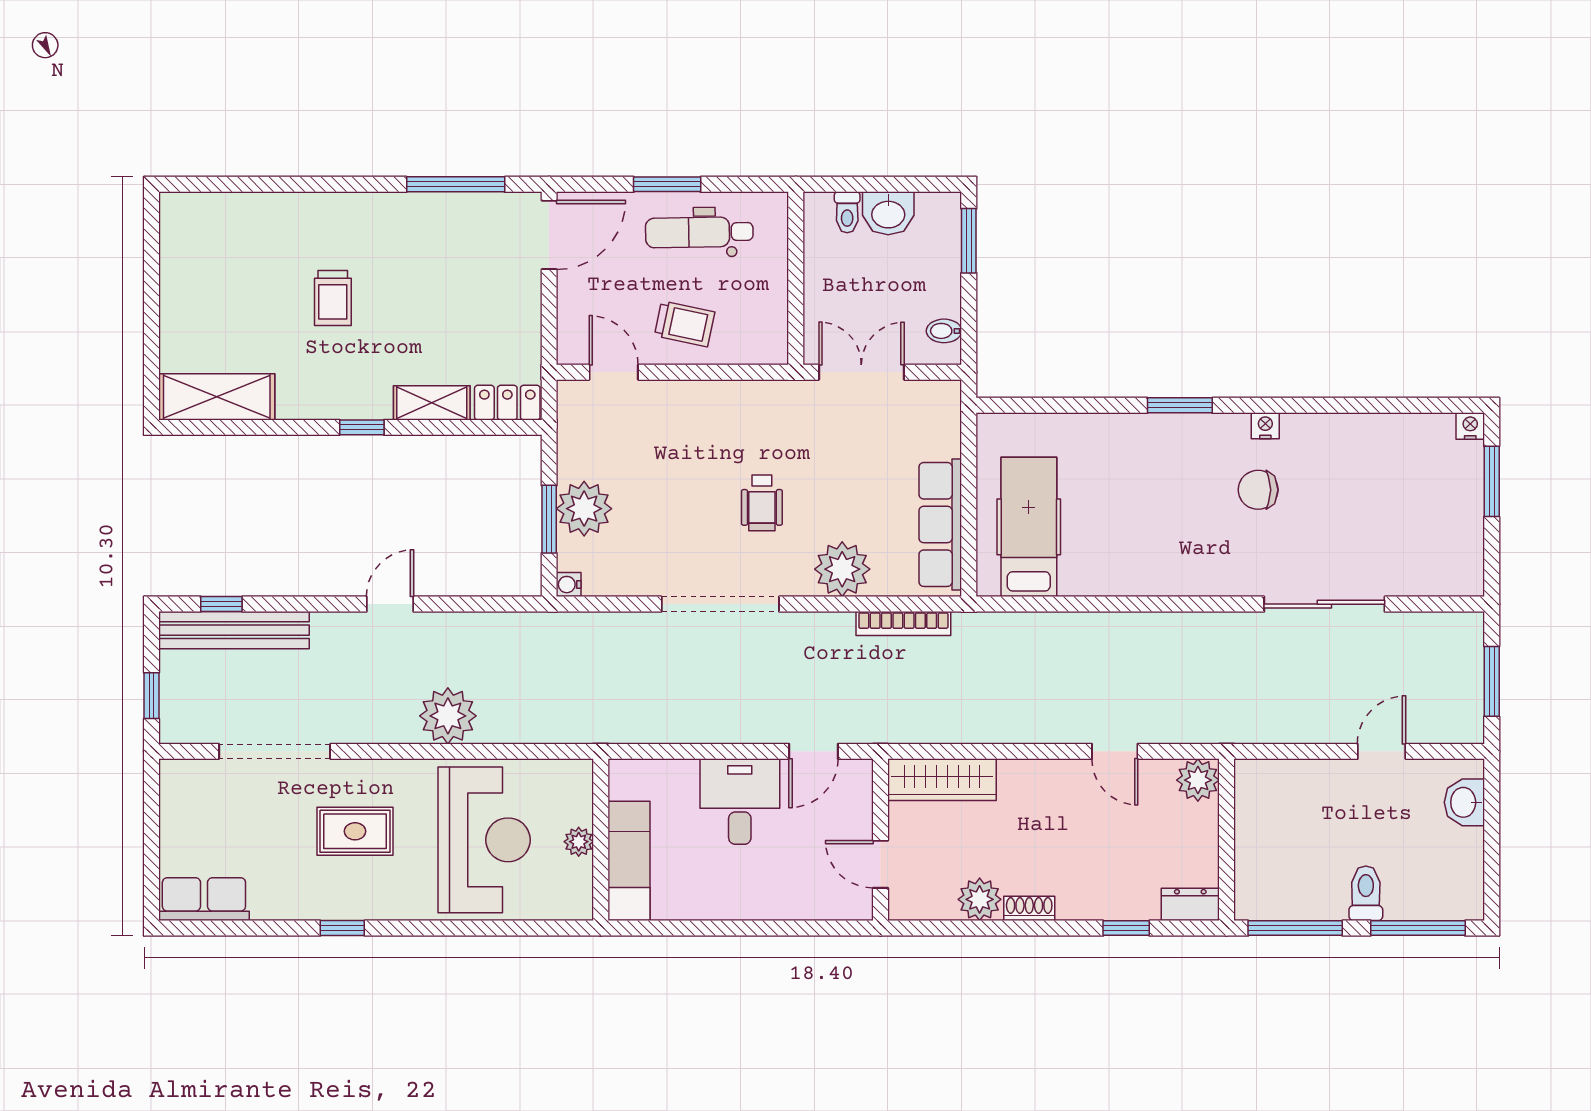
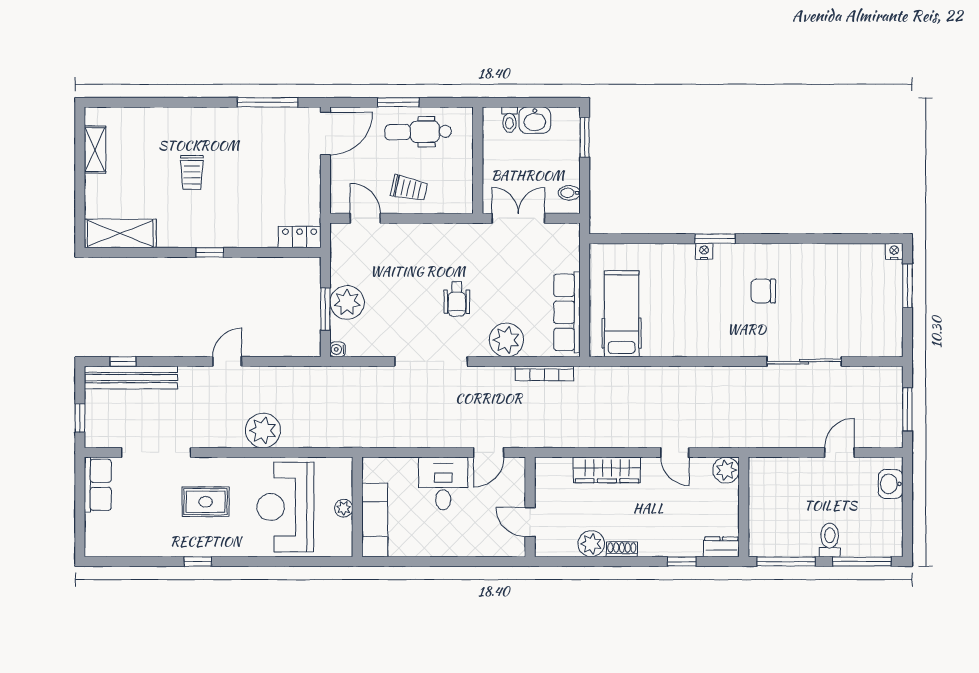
shelving: (432, 403) -> (95, 150), moved, turned 90
nightstand: (1265, 426) -> (704, 251), moved
wardrobe: (942, 780) -> (607, 470), moved
reception desk: (484, 840) -> (285, 507), turned 180
row of seats: (204, 899) -> (98, 485), moved, turned 90

